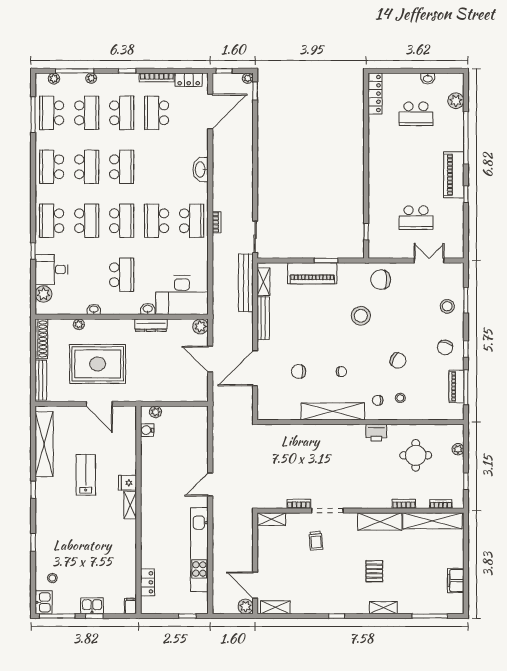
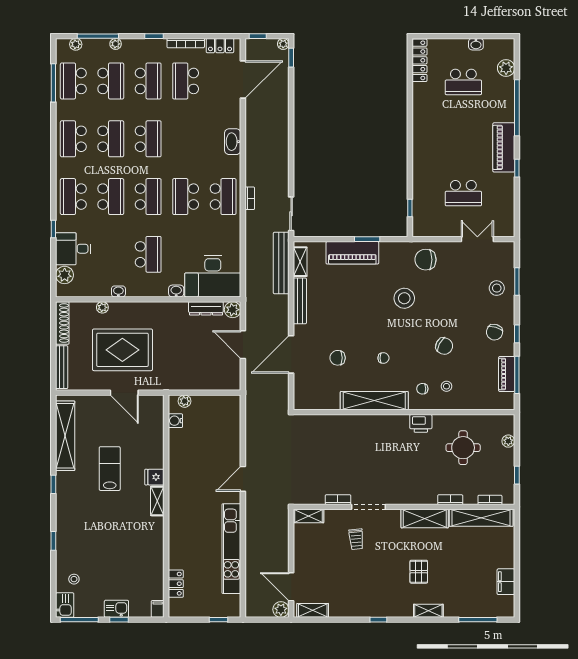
dresser: (151, 325) -> (206, 308), moved

